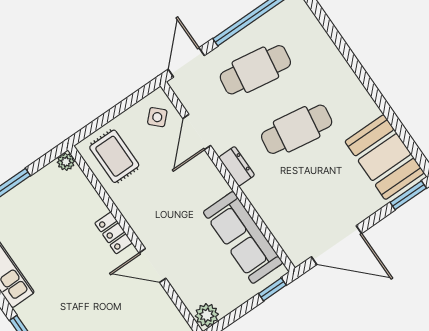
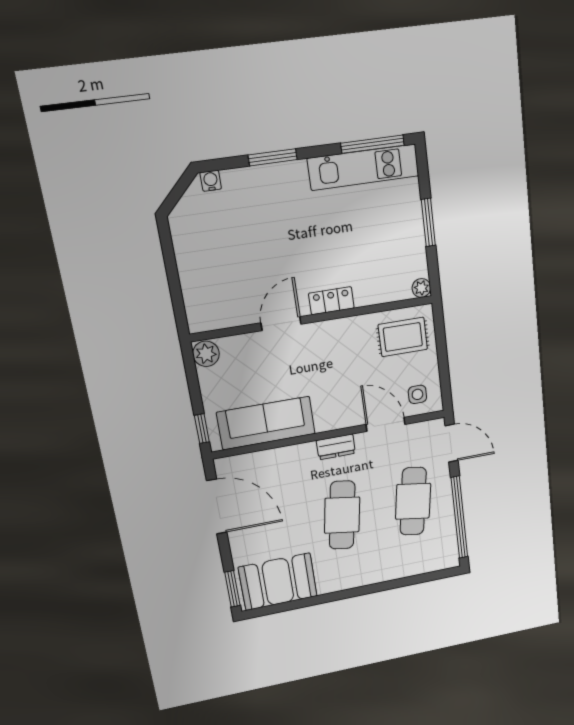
side table: (157, 117) -> (417, 394), turned 45
door: (336, 245) -> (217, 507), swing flipped

